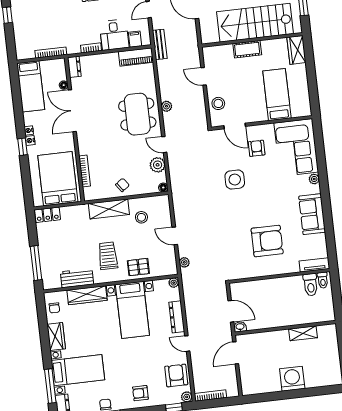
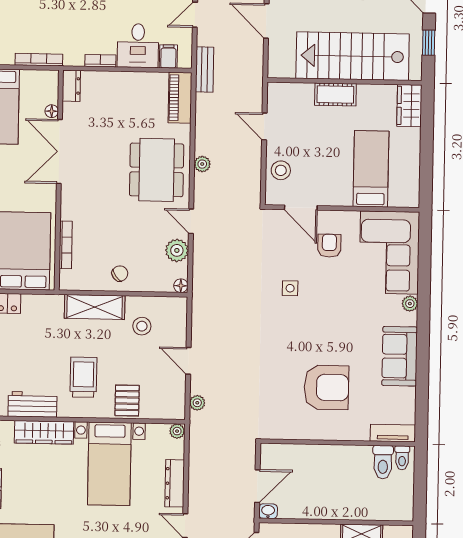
piano: (136, 57) -> (180, 98), moved, turned 90
side table: (235, 180) -> (290, 288), width x0.54, depth x0.54
pallet: (138, 267) -> (127, 400), turned 90
door: (231, 311) -> (257, 486), hinge flipped

